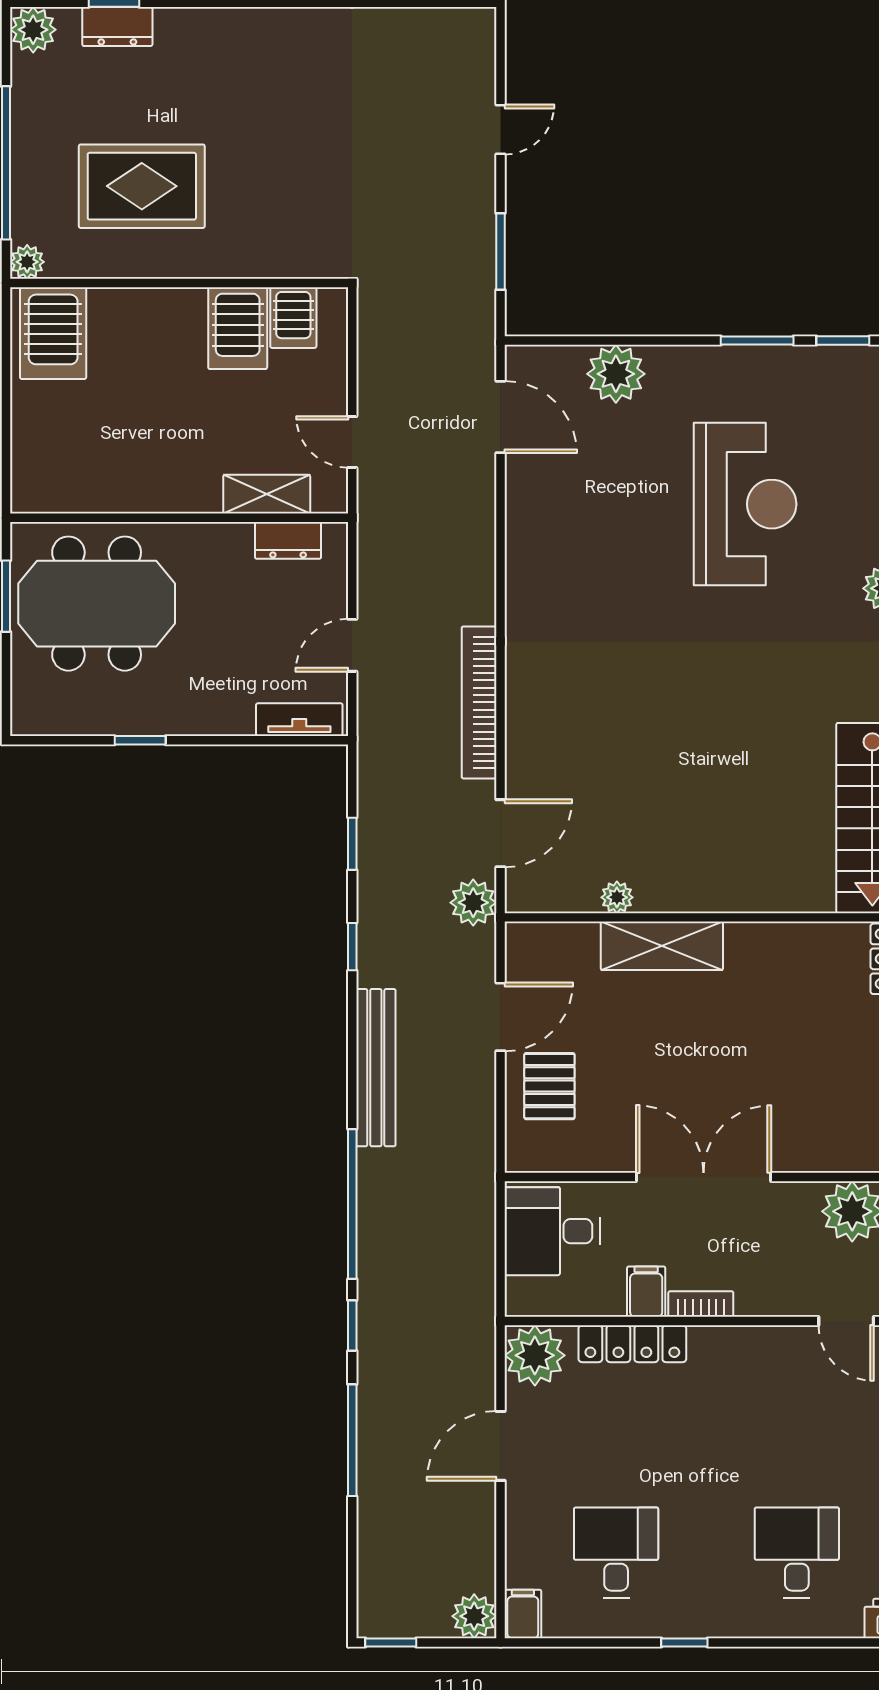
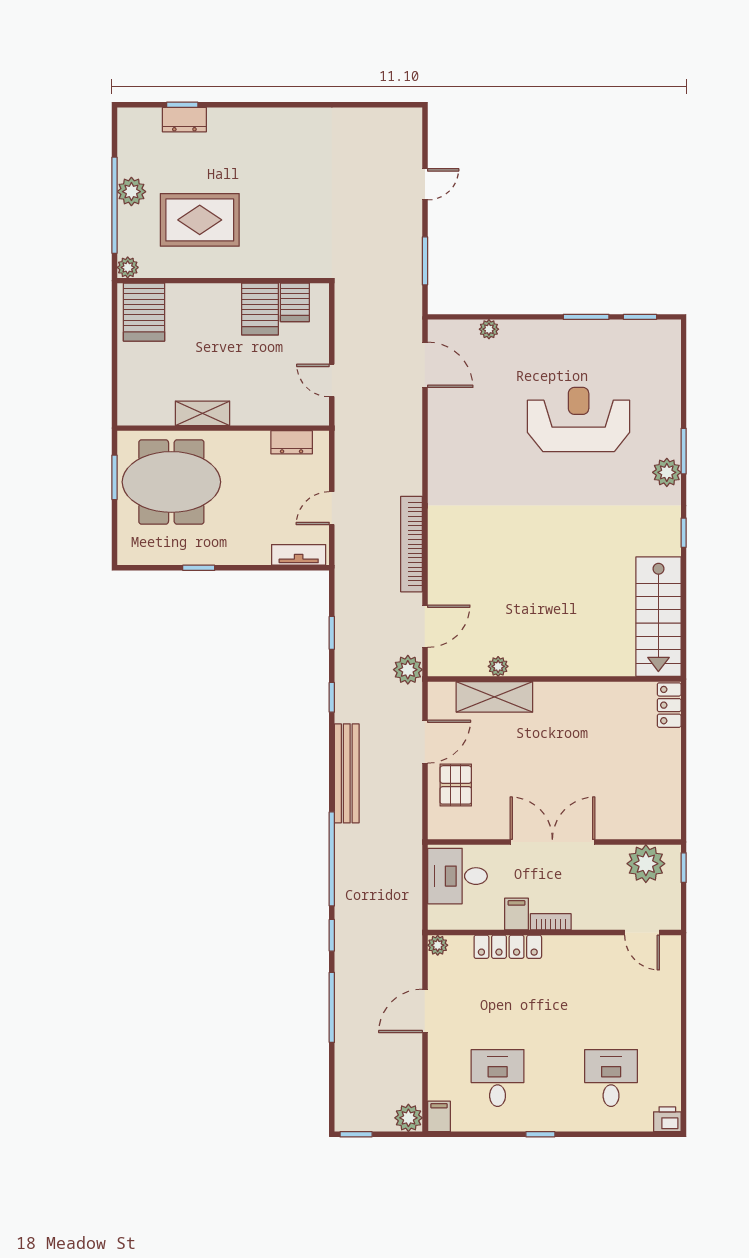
plant: (33, 30) -> (131, 192), moved
plant: (616, 374) -> (489, 329), width x0.53, depth x0.53
shelving: (267, 494) -> (202, 413), moved
reception desk: (745, 504) -> (579, 420), turned -90
shelving: (662, 946) -> (494, 697), moved
plant: (535, 1355) -> (438, 945), width x0.53, depth x0.53

